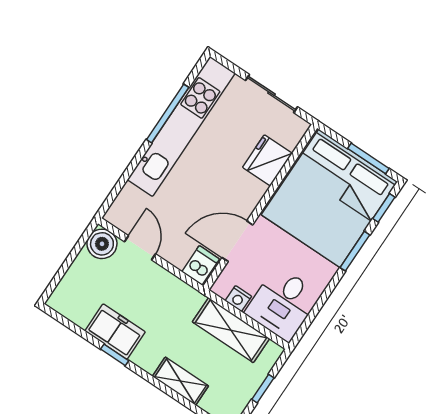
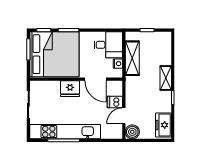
fridge: (267, 160) -> (70, 89), moved
dishwasher: (201, 265) -> (115, 102), moved
freezer: (115, 332) -> (163, 125), moved
shelving: (180, 381) -> (166, 78), moved

